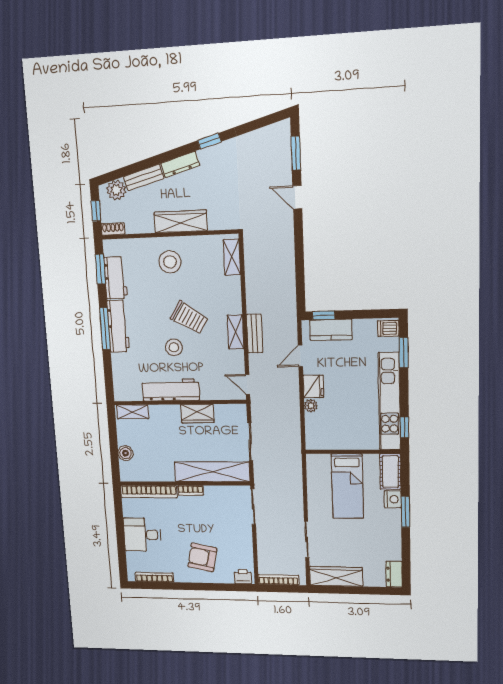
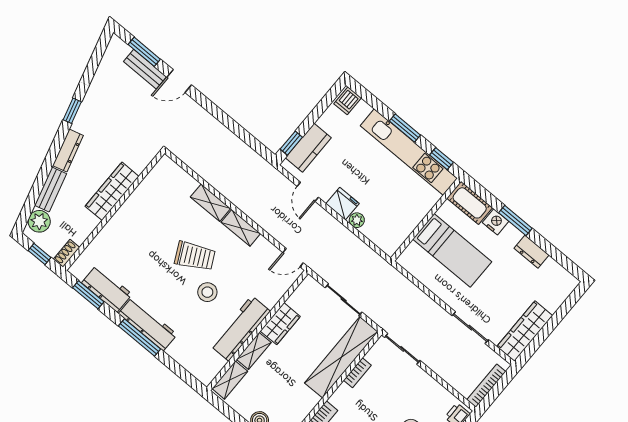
shelving: (232, 257) -> (210, 203), moved
stool: (170, 262) -> (136, 230), removed
trolley: (189, 318) -> (195, 256), turned 31
bench: (255, 334) -> (145, 69), moved
window: (404, 353) -> (405, 128), moved
shelving: (165, 411) -> (254, 351), added
bookcase: (190, 490) -> (357, 373), moved
dresser: (394, 574) -> (532, 252), moved

